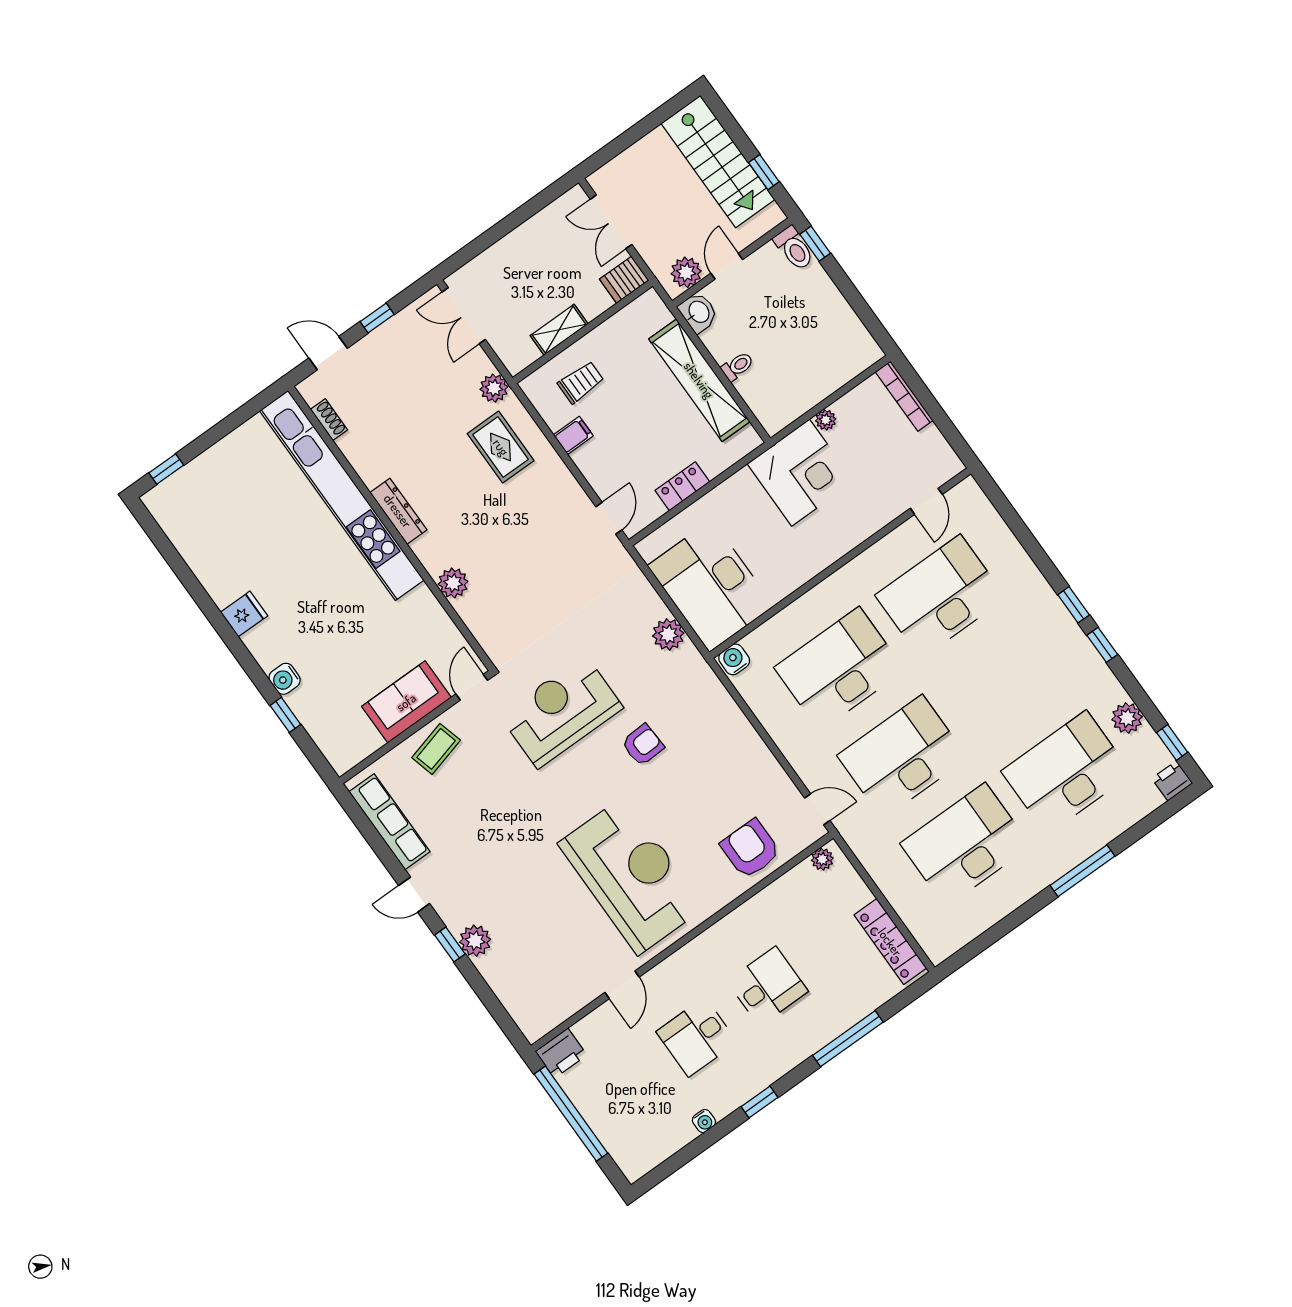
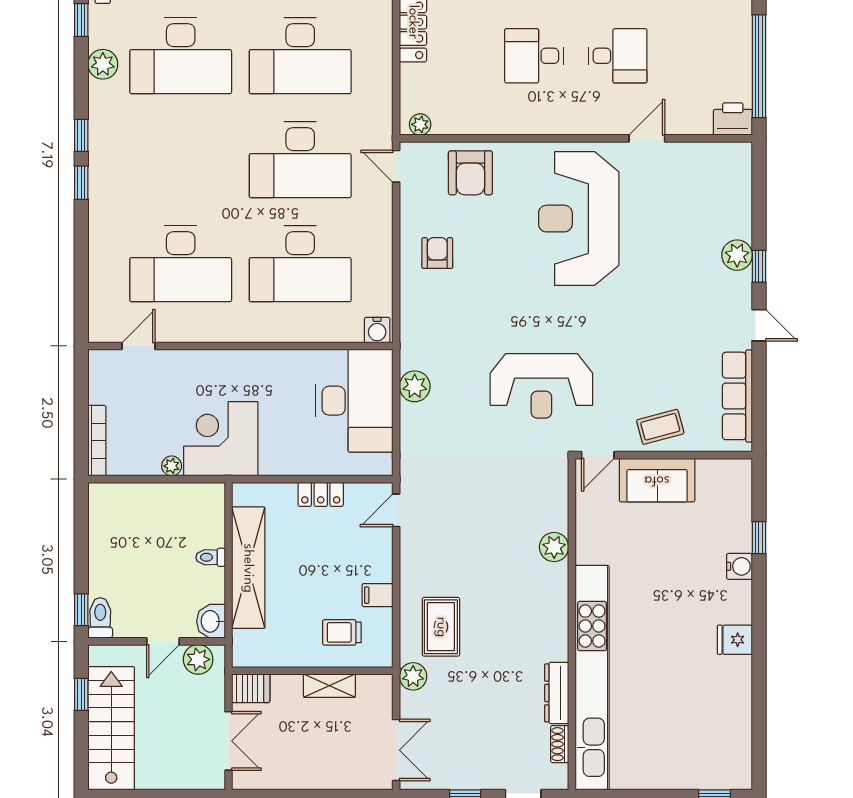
dresser: (398, 511) -> (557, 693), moved
armchair: (643, 745) -> (437, 253), moved, turned 93

